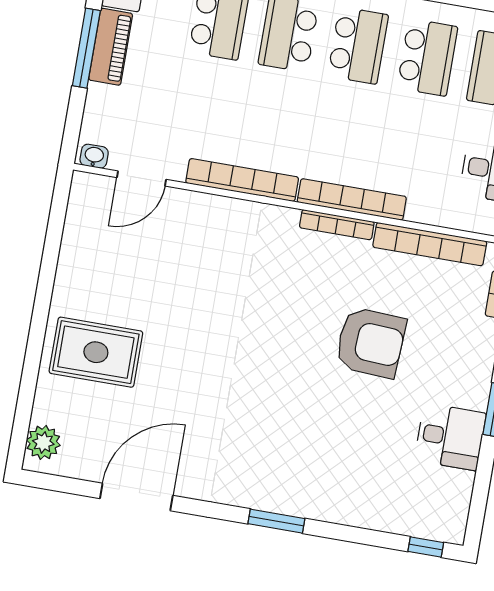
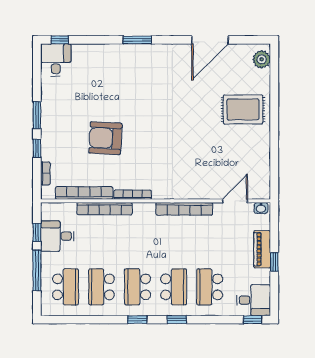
piano: (111, 47) -> (262, 249), moved
window: (86, 48) -> (274, 262), width x0.46
bookcase: (352, 199) -> (104, 209), moved
desk: (450, 437) -> (56, 60), moved, turned 90

